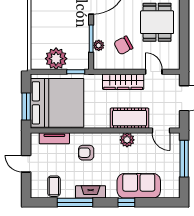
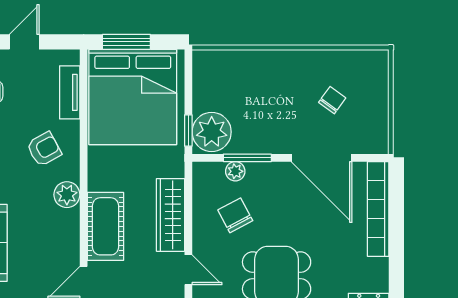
plant: (56, 59) -> (212, 132), moved
door: (154, 72) -> (188, 270), hinge flipped
plant: (127, 140) -> (67, 195), moved
armchair: (86, 153) -> (44, 149), turned 61

